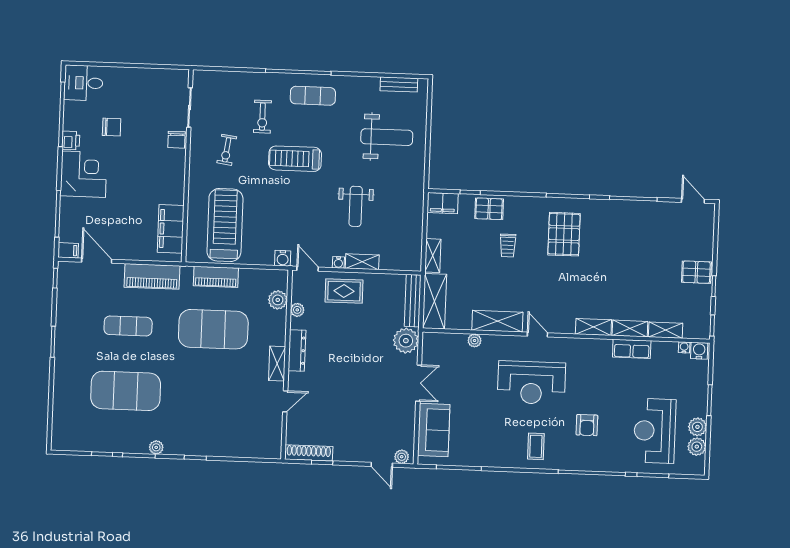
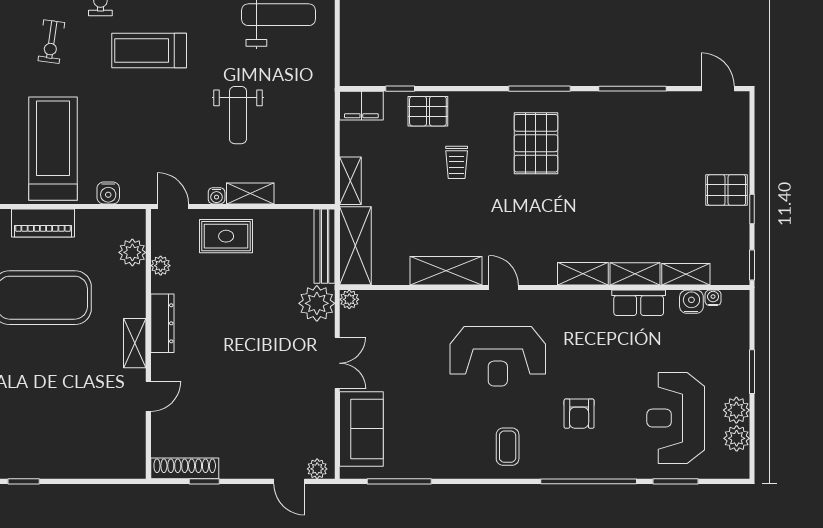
water cooler: (283, 258) -> (108, 193), moved
plant: (475, 341) -> (349, 299), moved
water cooler: (699, 351) -> (691, 302), moved

